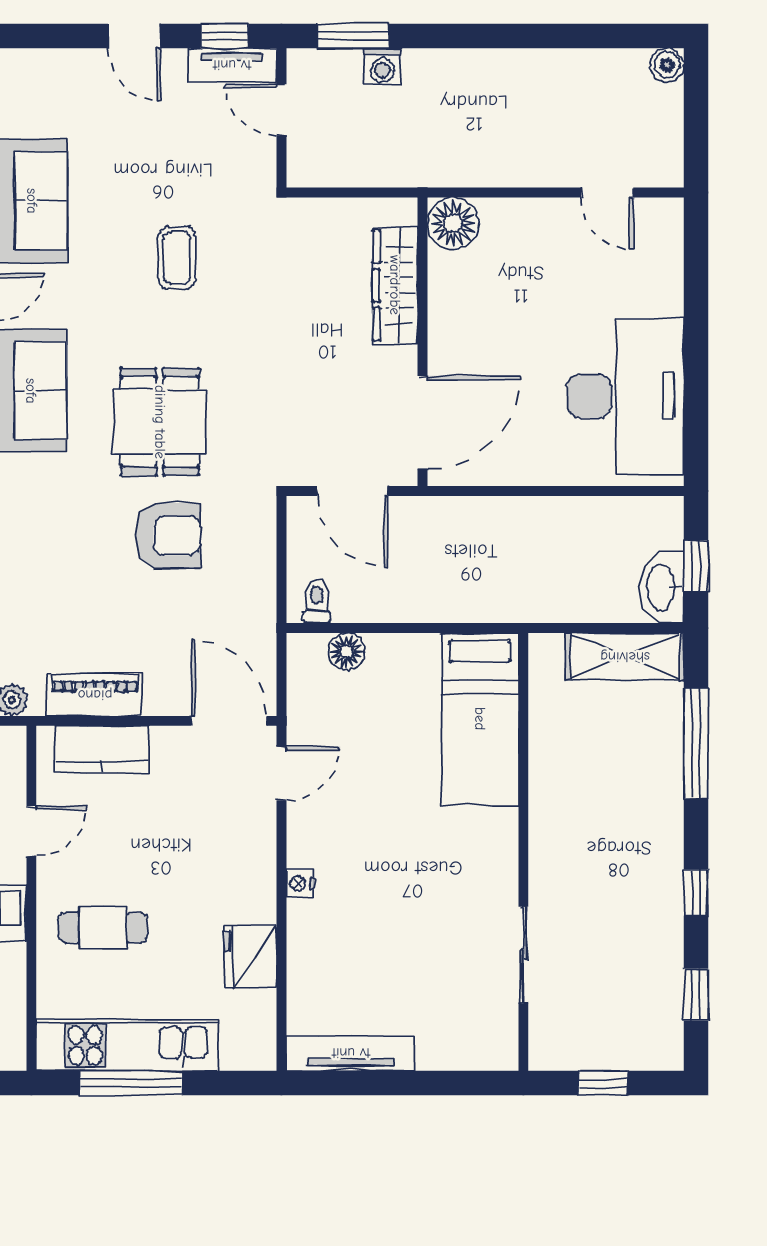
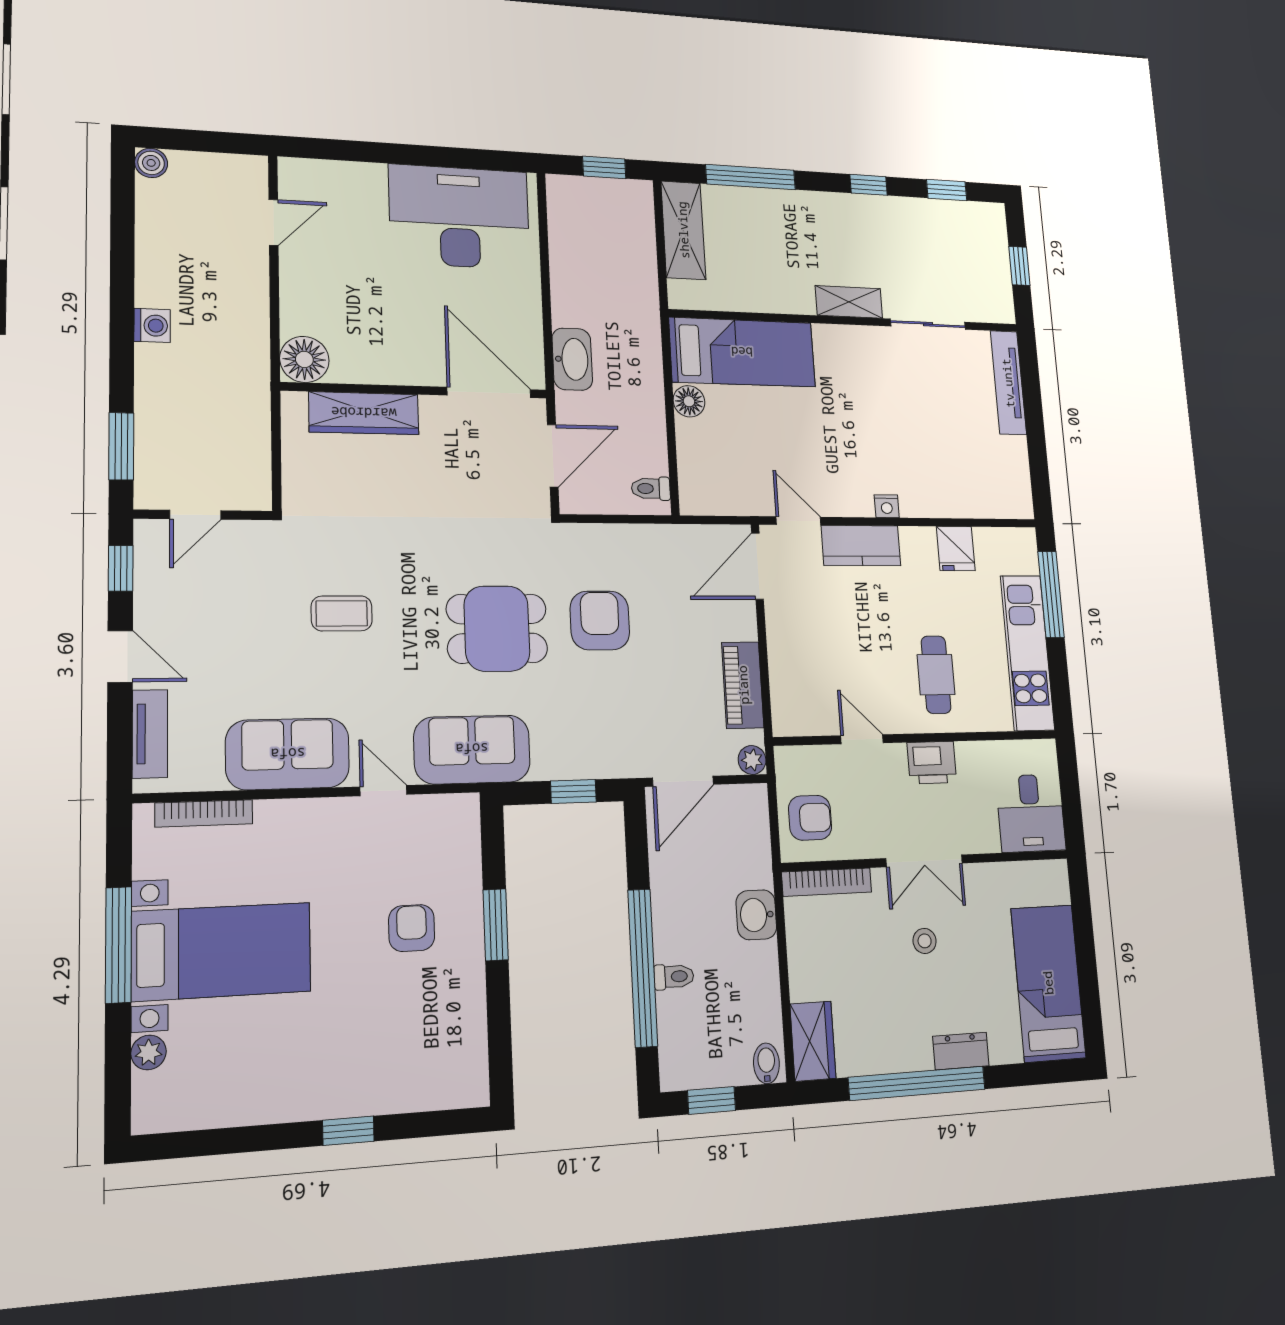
door: (134, 36) -> (120, 656), hinge flipped
tv unit: (232, 65) -> (150, 734), moved
washing machine: (382, 66) -> (152, 325), moved
washbasin: (662, 587) -> (572, 359), moved, turned -90
floor lamp: (346, 652) -> (689, 401), moved
kitchen counter: (102, 749) -> (861, 546), moved, turned 90
shelving: (547, 856) -> (849, 302), added
fridge: (250, 957) -> (956, 549), width x0.72
tv unit: (351, 1053) -> (1008, 383), moved
window: (131, 1083) -> (1051, 594), moved

